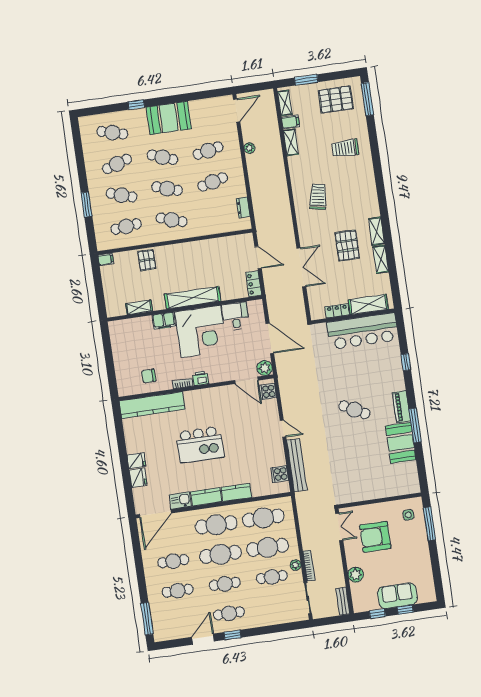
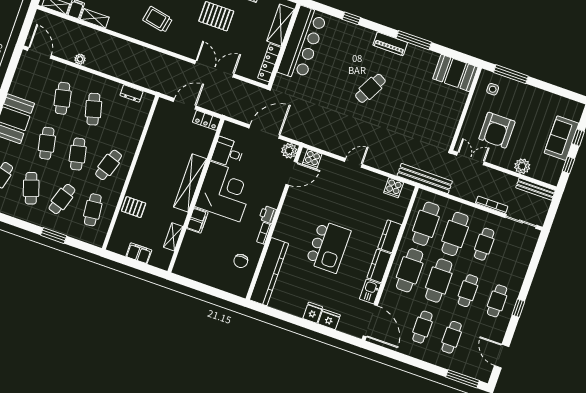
cafe table: (163, 157) -> (47, 143), turned -33
cafe table: (167, 189) -> (78, 154), turned -30
filing cabinet: (106, 259) -> (139, 253), moved, width x2.00
locker: (337, 311) -> (269, 63), width x1.53
booth: (401, 443) -> (455, 73), moved
bench: (297, 465) -> (425, 179), moved
plant: (296, 565) -> (485, 217), removed
bench: (343, 601) -> (535, 189), width x1.36
door: (203, 639) -> (502, 356), moved

